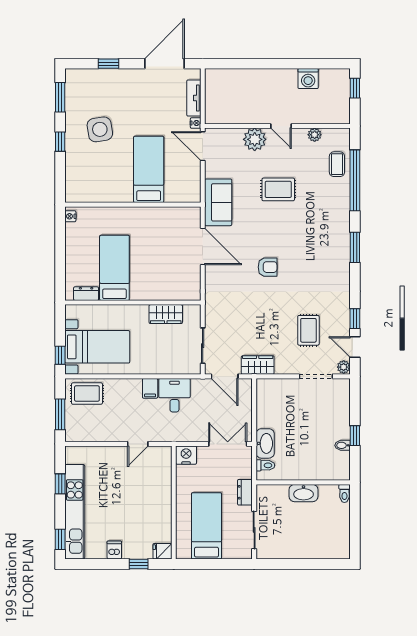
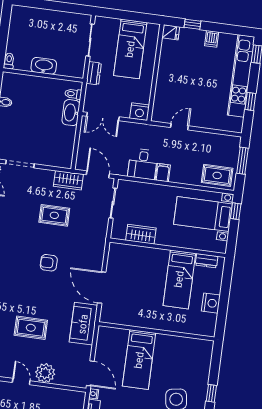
nightstand: (70, 216) -> (211, 303), moved, width x1.89, depth x1.79
rug: (308, 330) -> (54, 215), moved, turned 90

